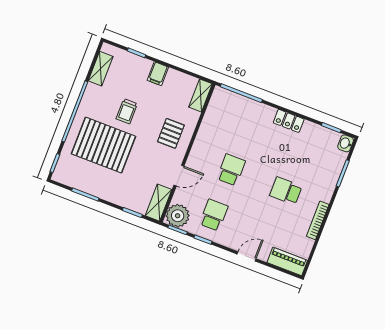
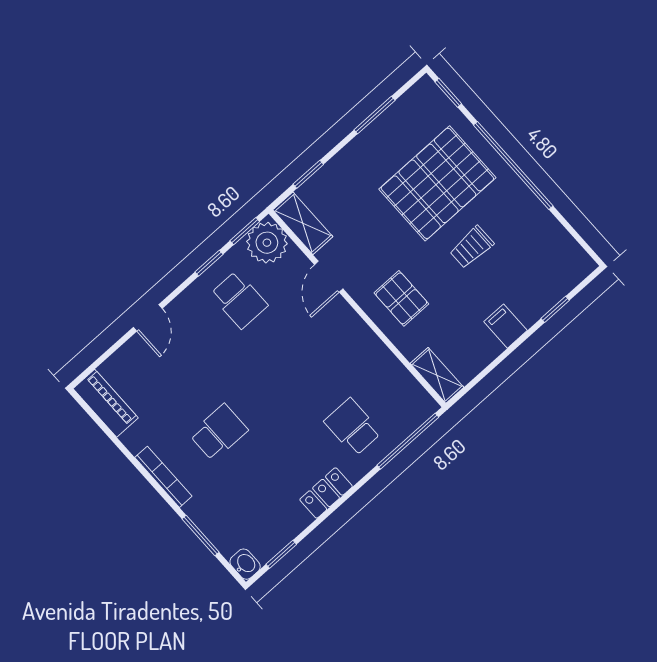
shelving: (101, 69) -> (559, 240), removed
trolley: (127, 111) -> (472, 247), turned -90
school desk: (231, 170) -> (353, 427), moved, turned 180
bookcase: (318, 220) -> (163, 477), moved
piano: (287, 261) -> (106, 403), moved, turned -90

